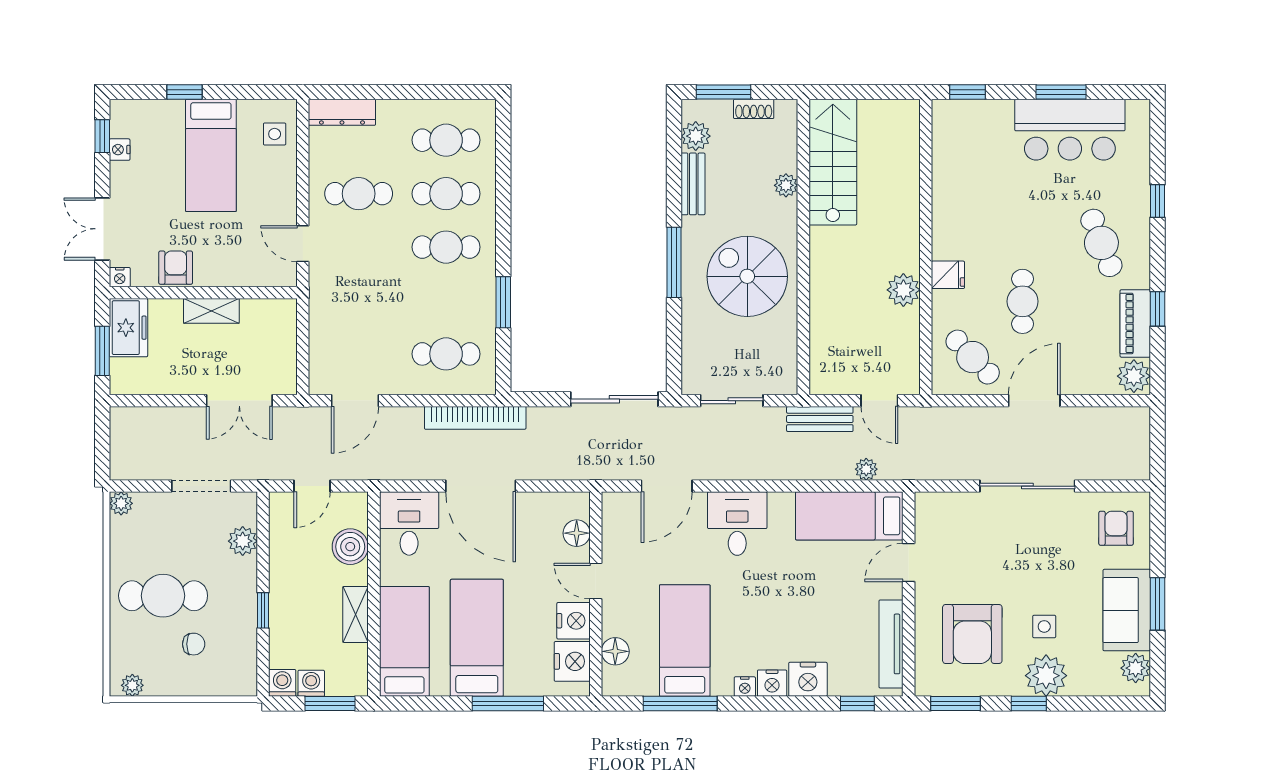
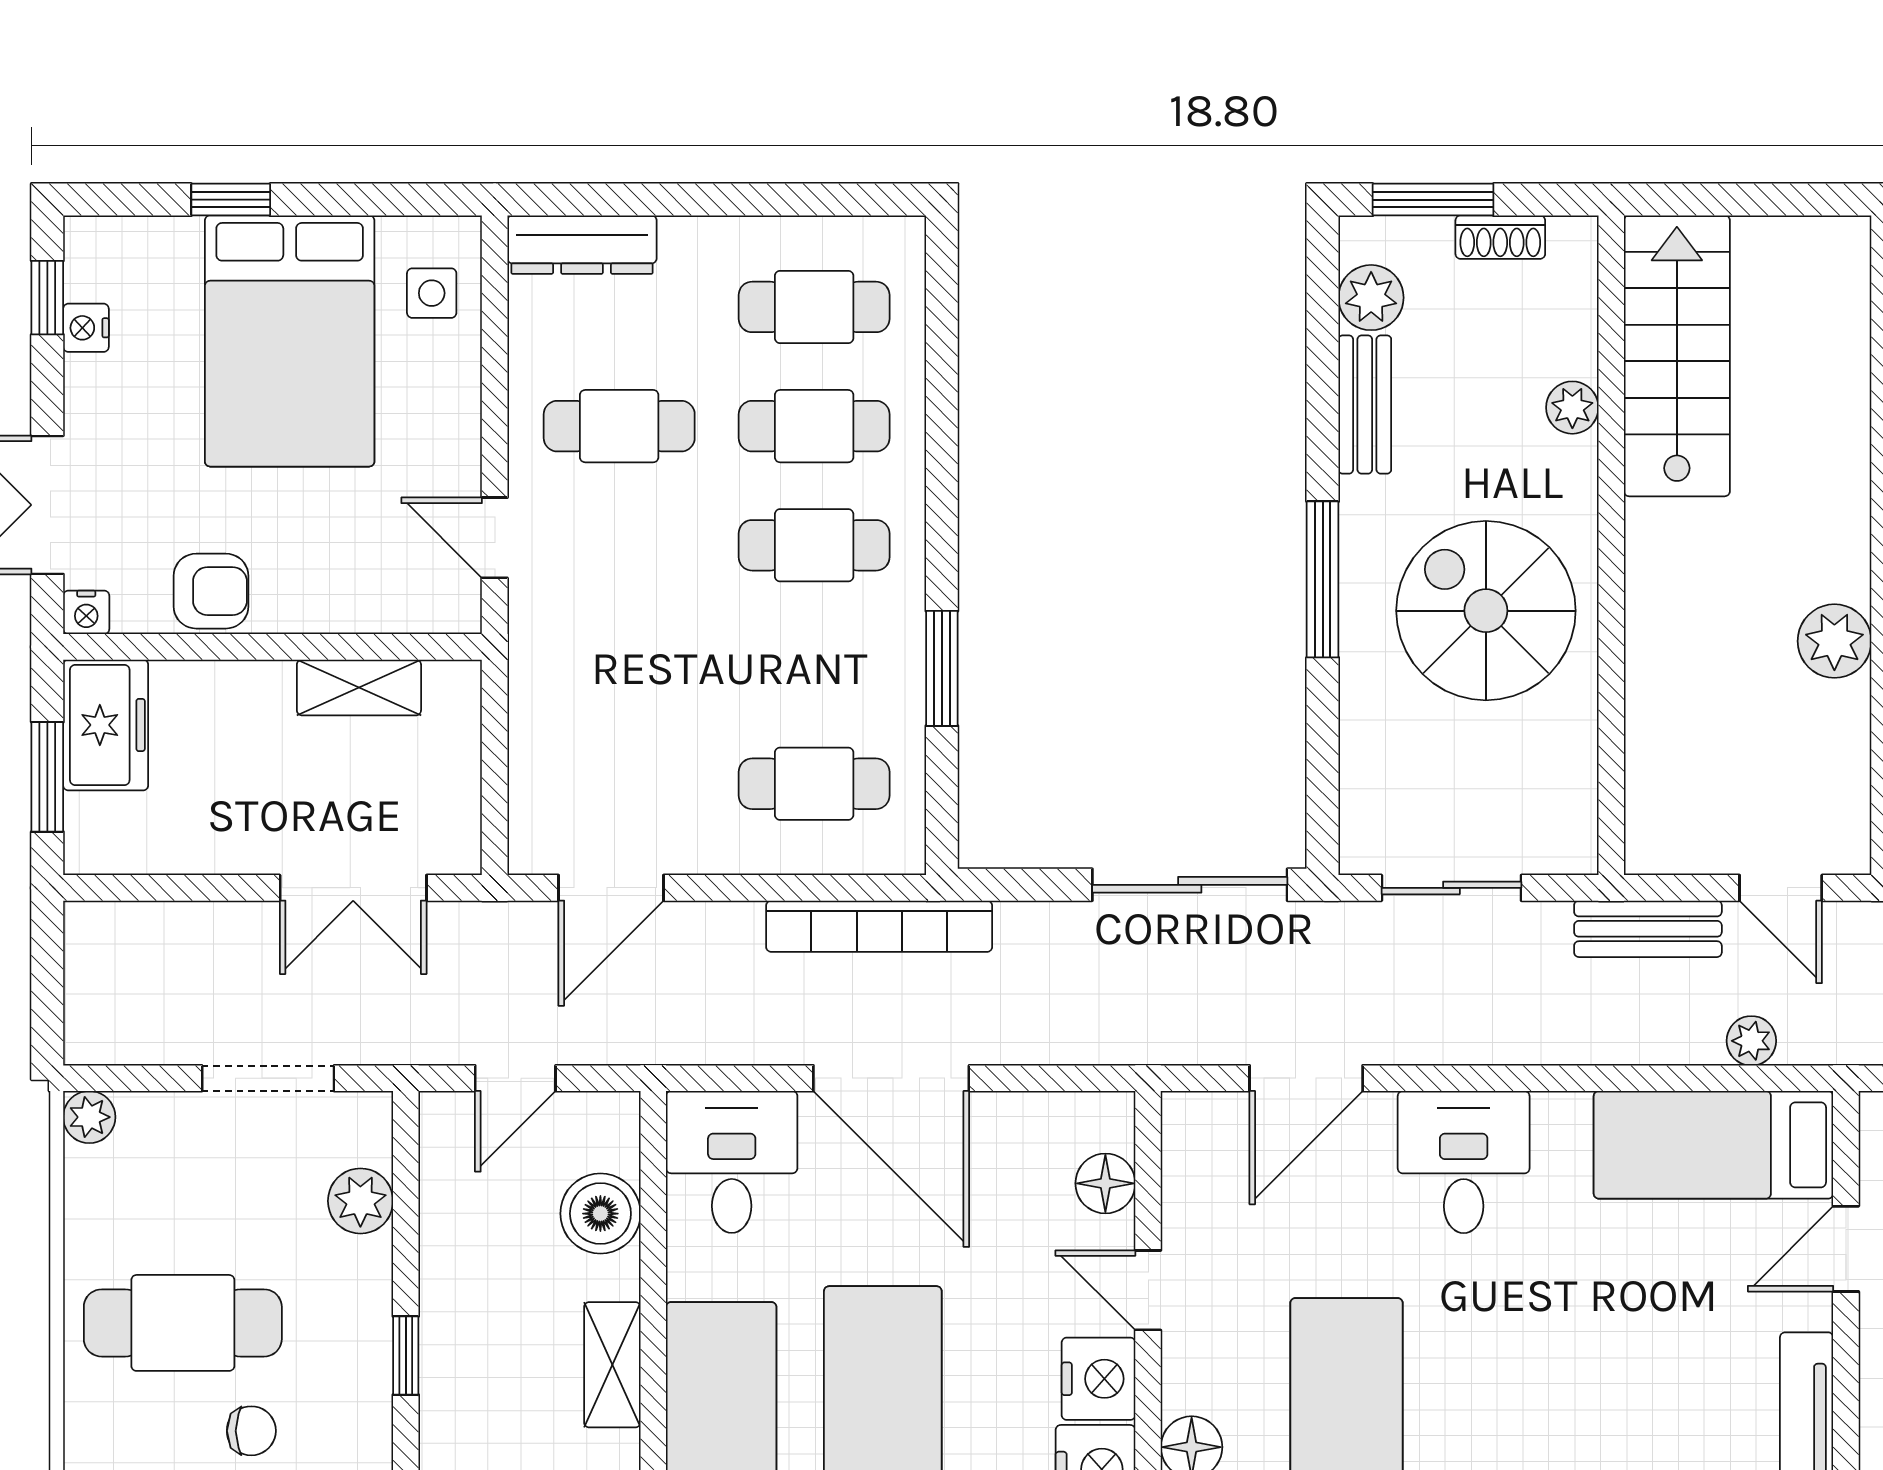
bed: (211, 155) -> (290, 341), width x1.50
armchair: (176, 268) -> (211, 591), turned 90
shelving: (211, 311) -> (359, 687), moved

